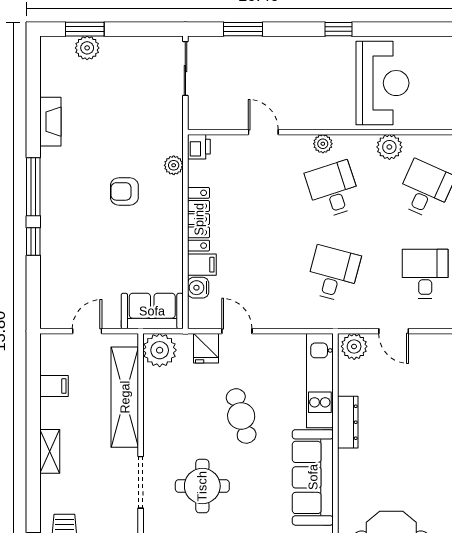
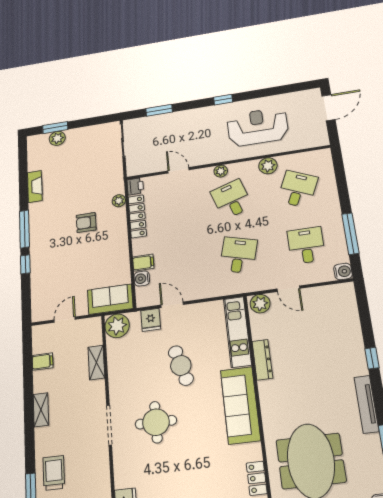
reception desk: (382, 83) -> (258, 127), turned -90
locker: (199, 219) -> (137, 216), moved
shelving: (125, 397) -> (96, 362), width x0.45, depth x0.75

